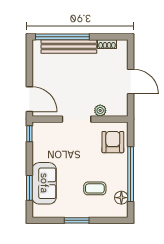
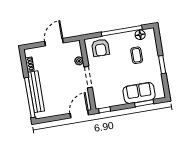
armchair: (113, 142) -> (100, 48), turned -90

